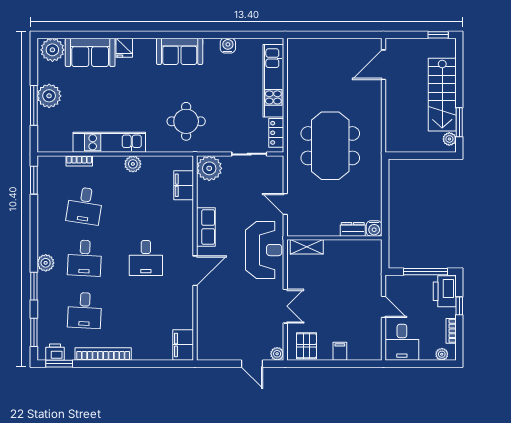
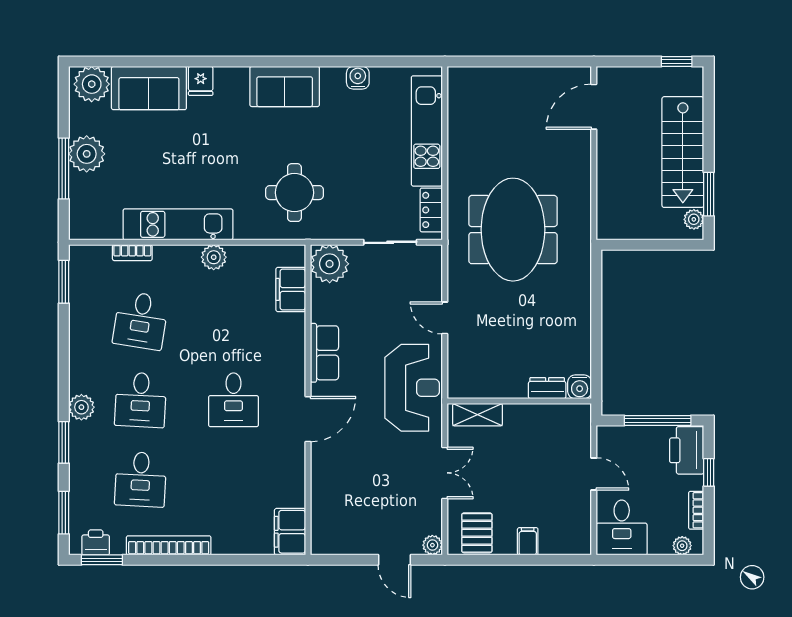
water cooler: (374, 228) -> (580, 387), moved
dresser: (353, 229) -> (547, 388), moved
wall: (334, 238) -> (519, 401), moved
shelving: (307, 247) -> (478, 415), moved

